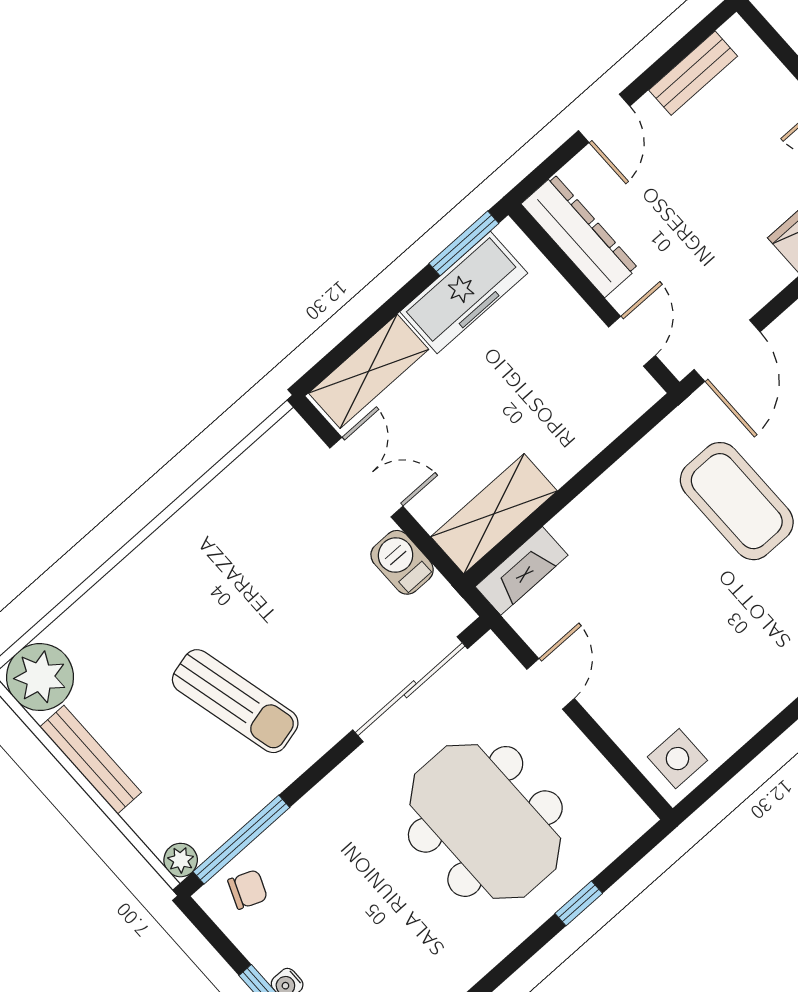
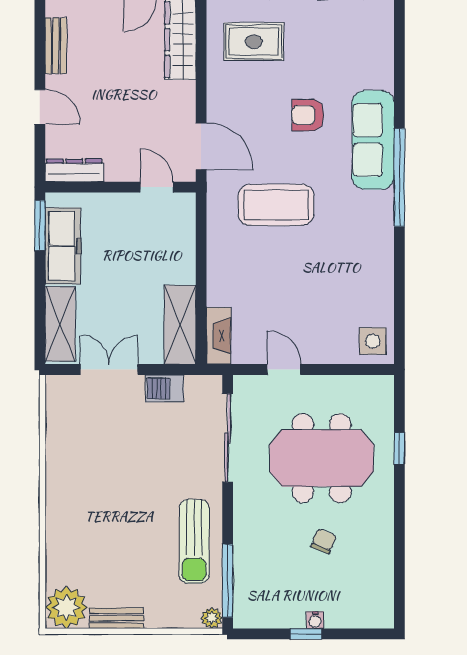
dresser: (580, 236) -> (74, 170), width x0.73, depth x0.80
sun lounger: (235, 701) -> (194, 541), moved, turned 104
bench: (91, 760) -> (117, 618), width x0.73
chair: (248, 889) -> (324, 541), moved

